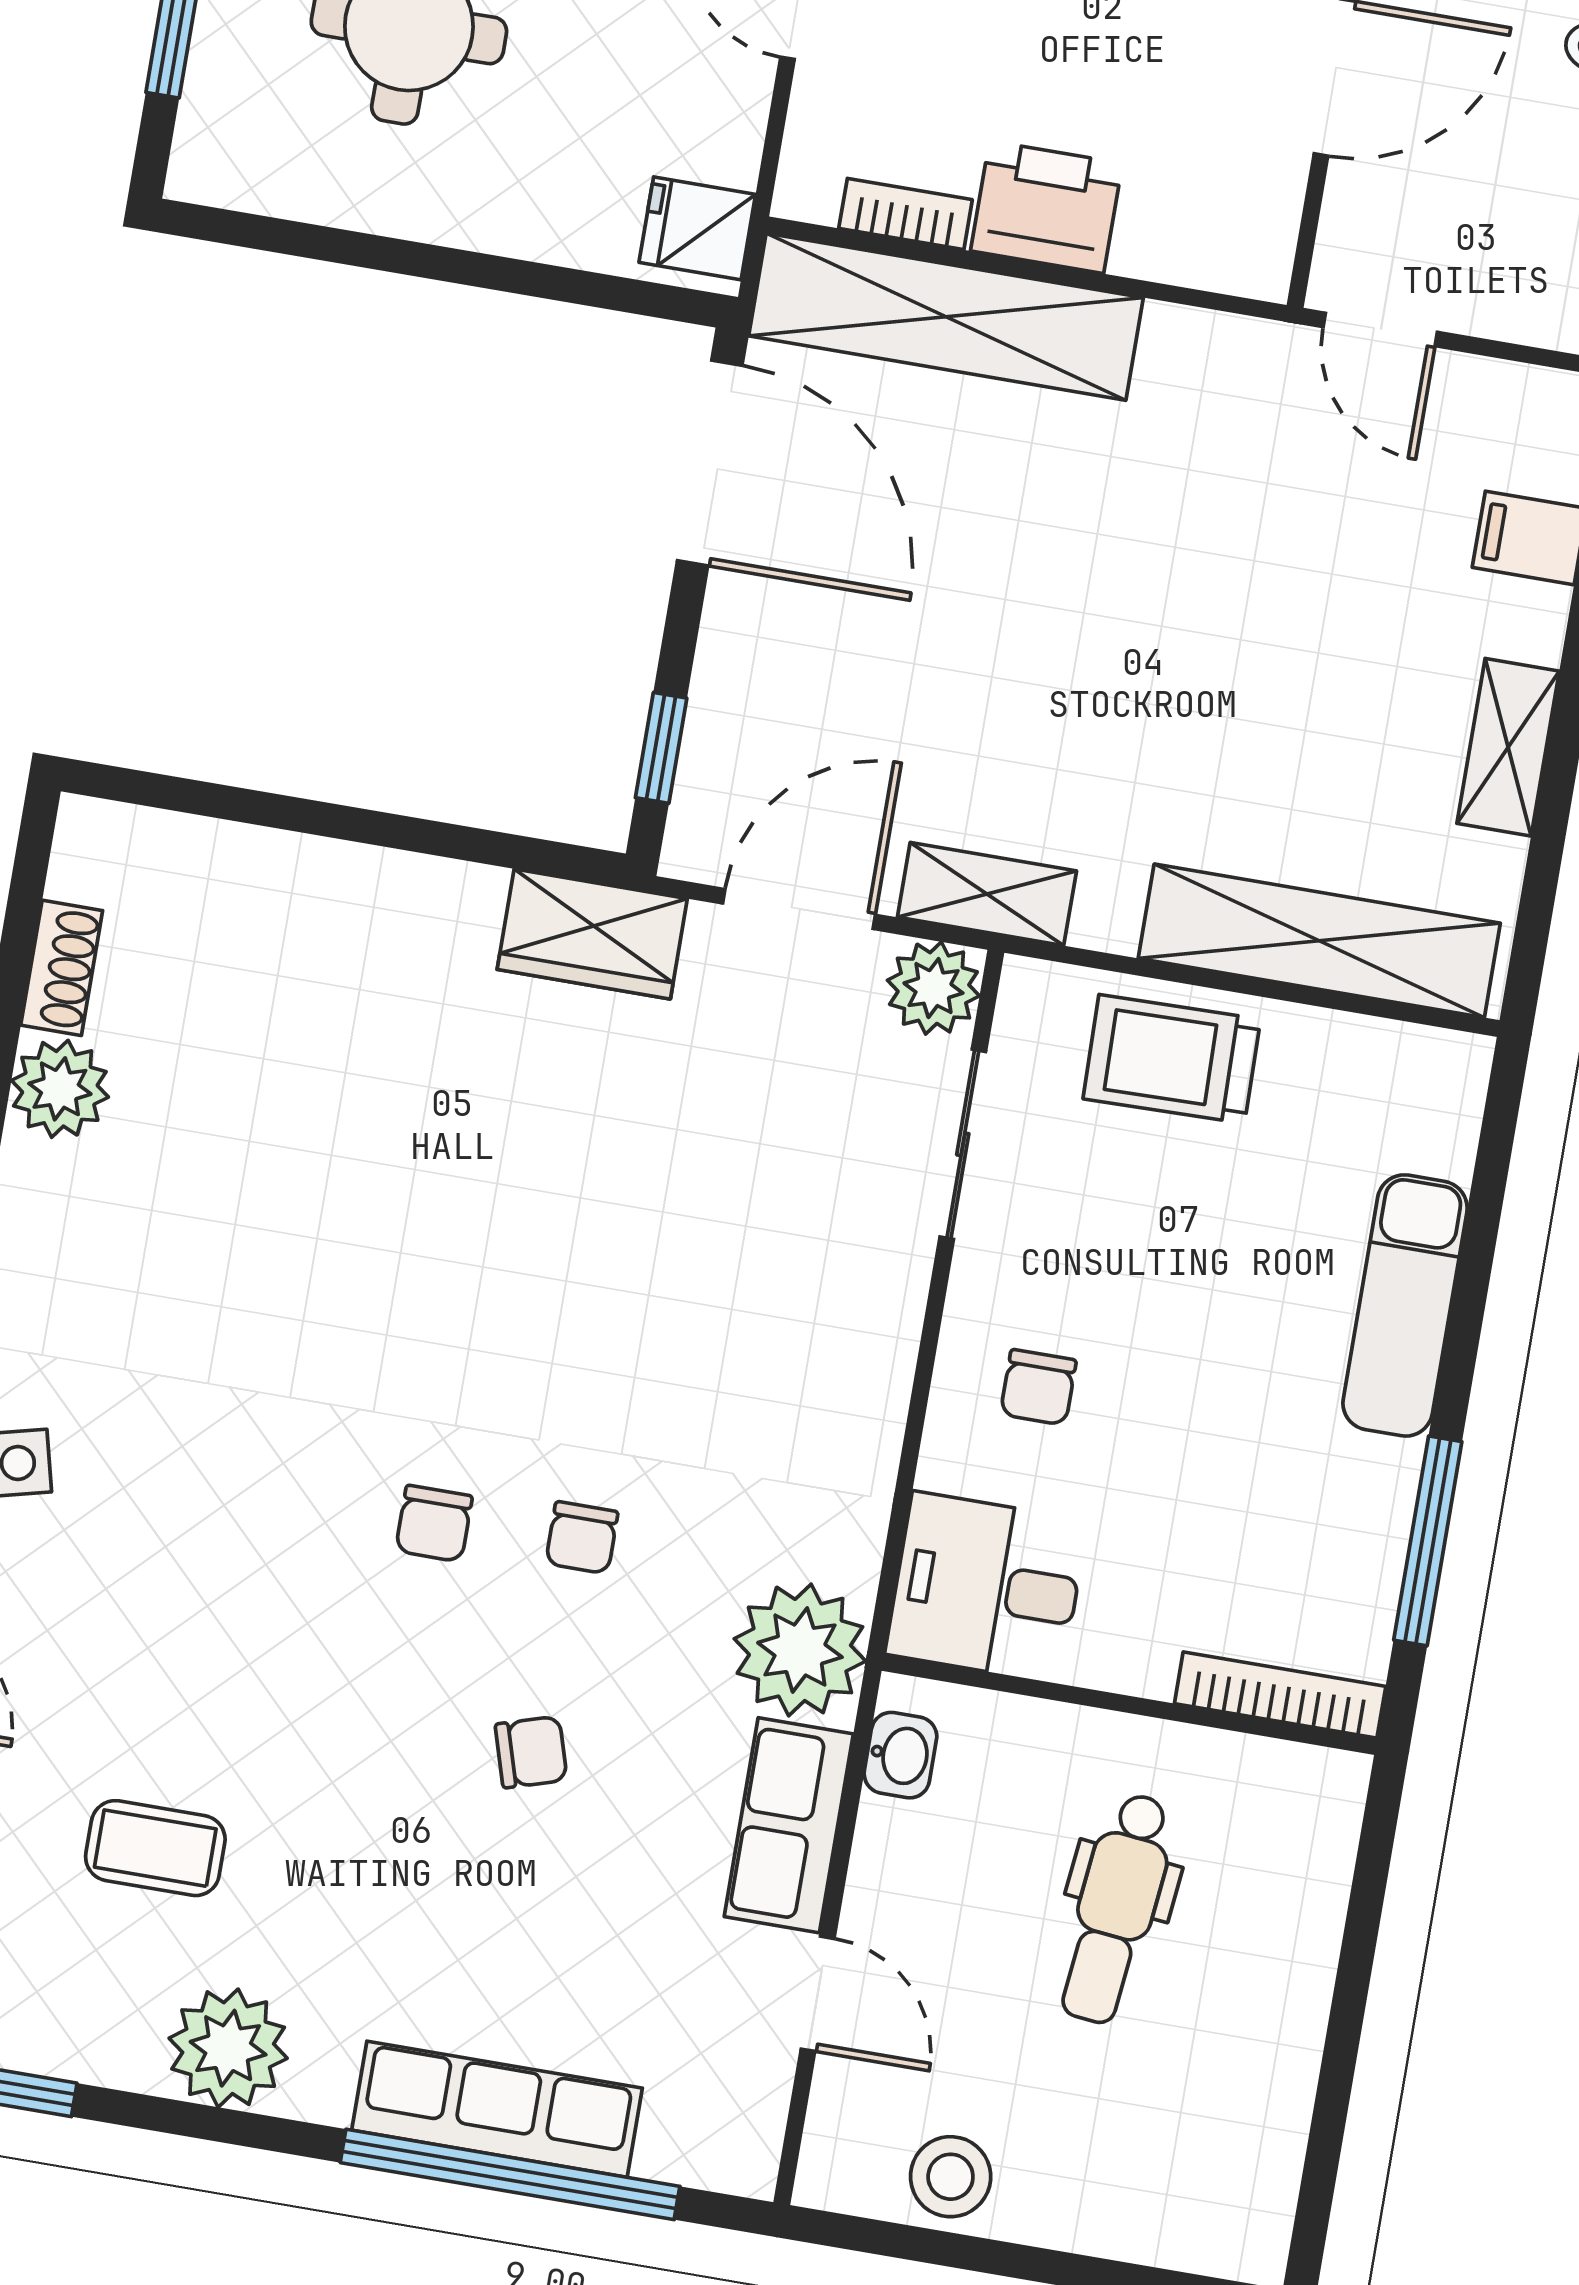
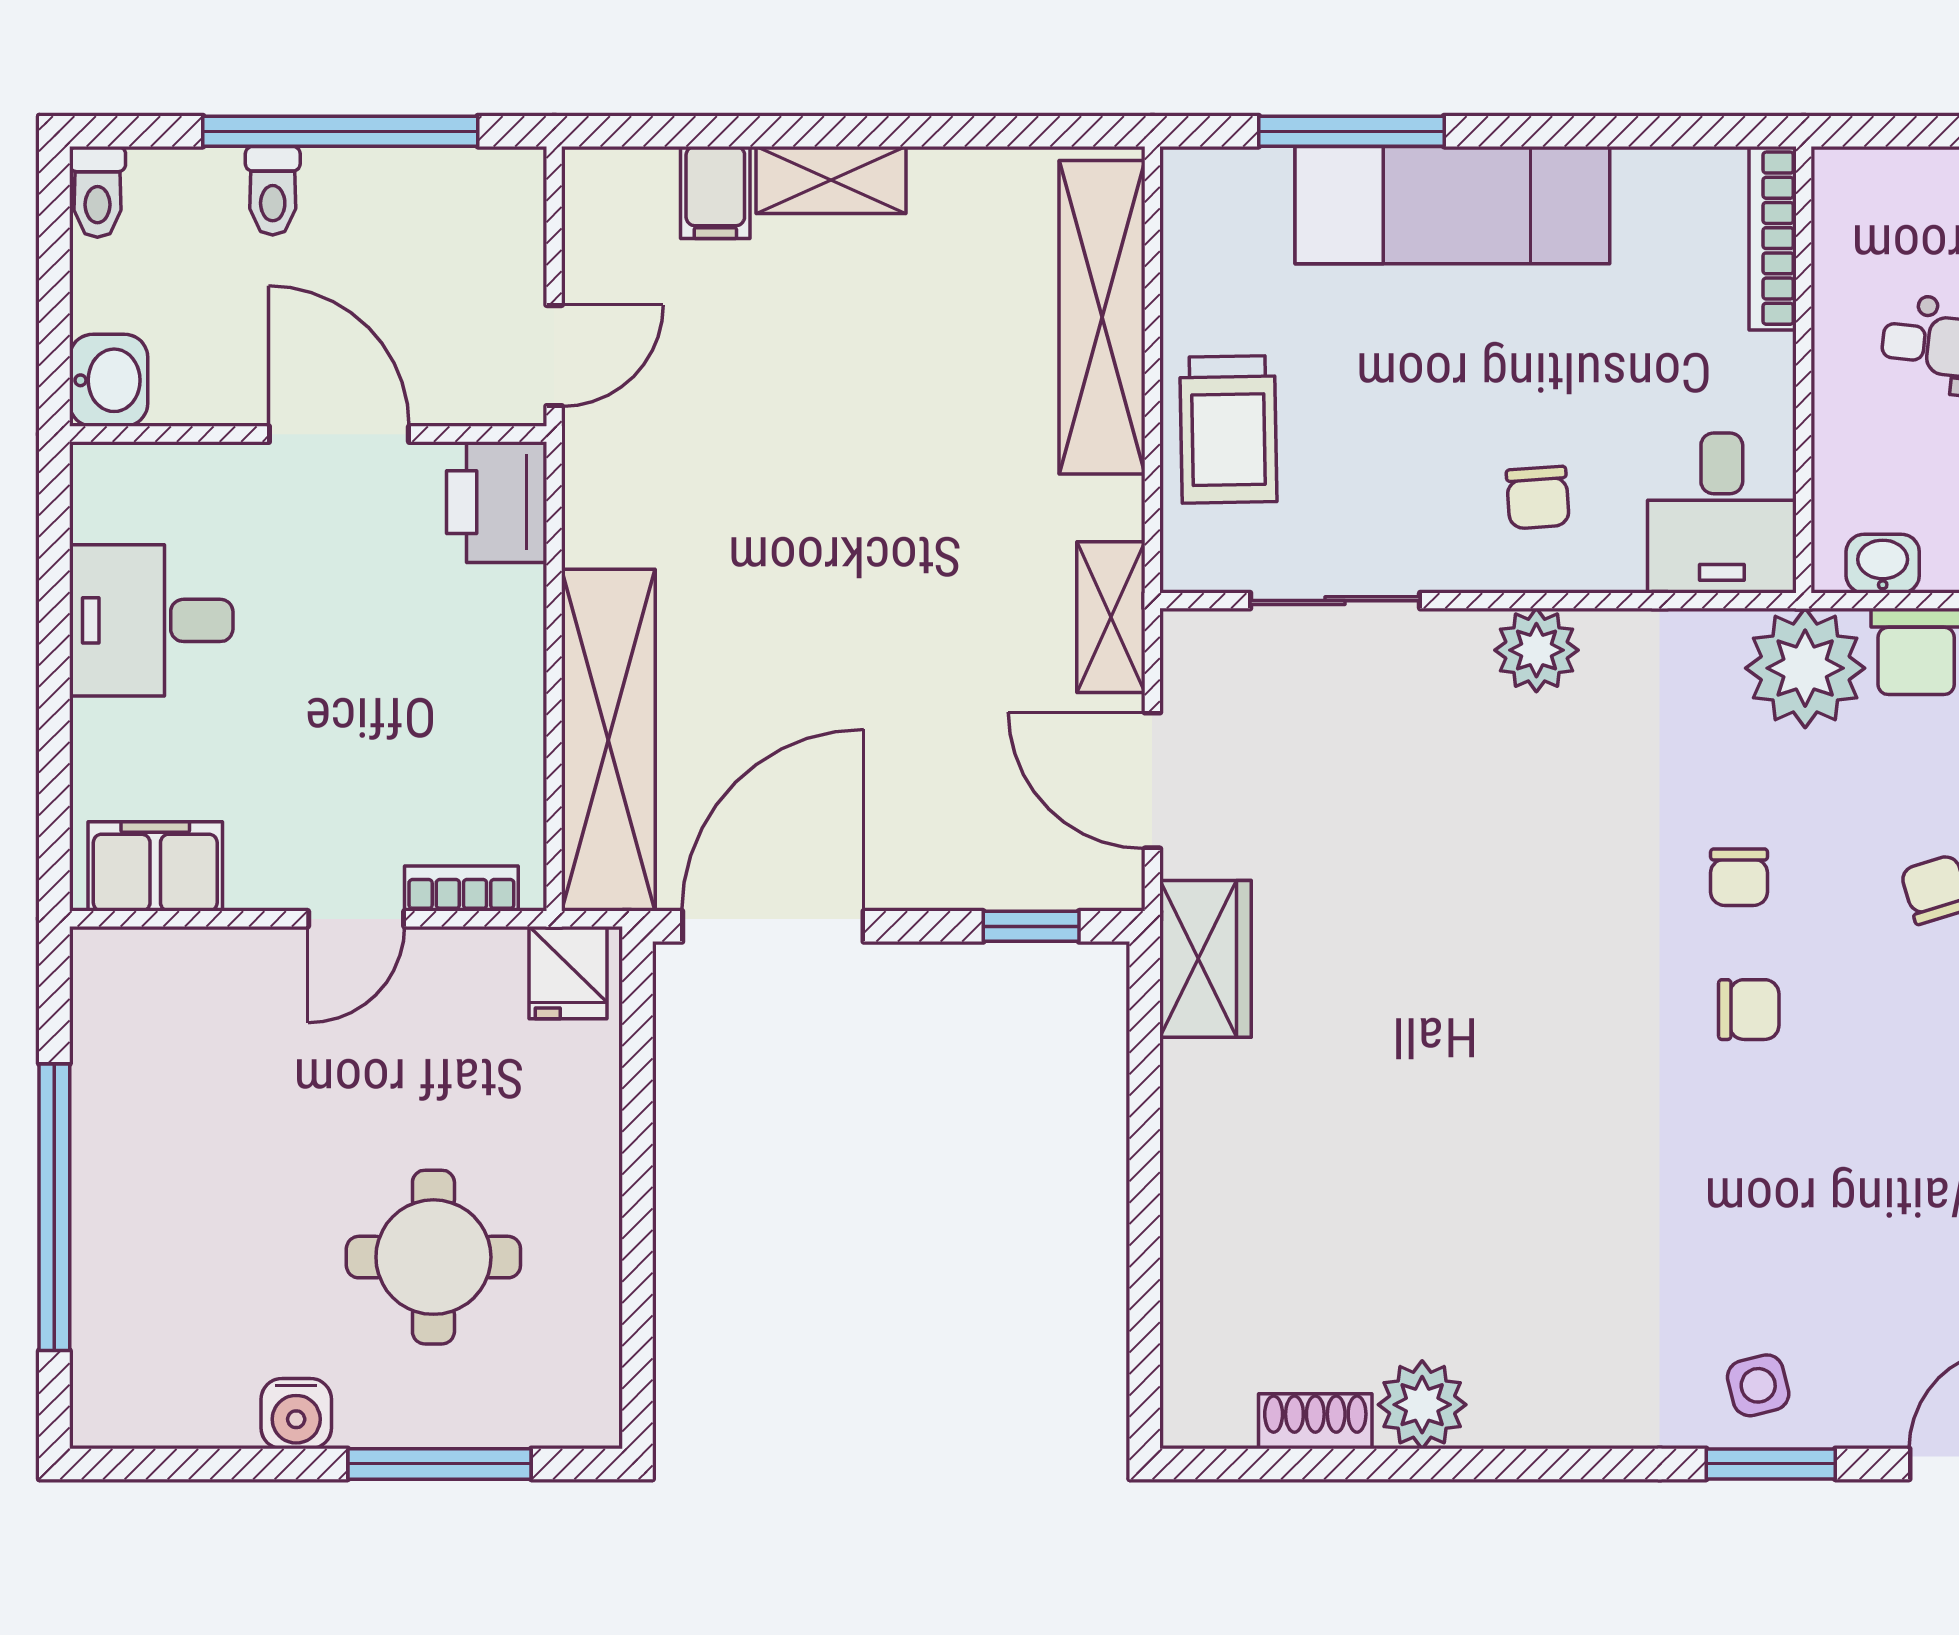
printer: (1047, 207) -> (497, 502), moved
bookcase: (906, 214) -> (461, 888), moved, turned 90
shelving: (1508, 747) -> (831, 180), moved
plant: (933, 988) -> (1536, 650), moved
exam couch: (1405, 1305) -> (1452, 205), width x1.36, depth x1.45
chair: (1038, 1387) -> (1538, 498), turned 86
chair: (582, 1538) -> (1739, 877), turned 90
window: (1428, 1541) -> (1351, 131), moved

